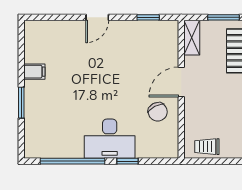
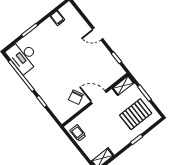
filing cabinet: (34, 72) -> (57, 18), moved
desk: (110, 139) -> (23, 56), moved

